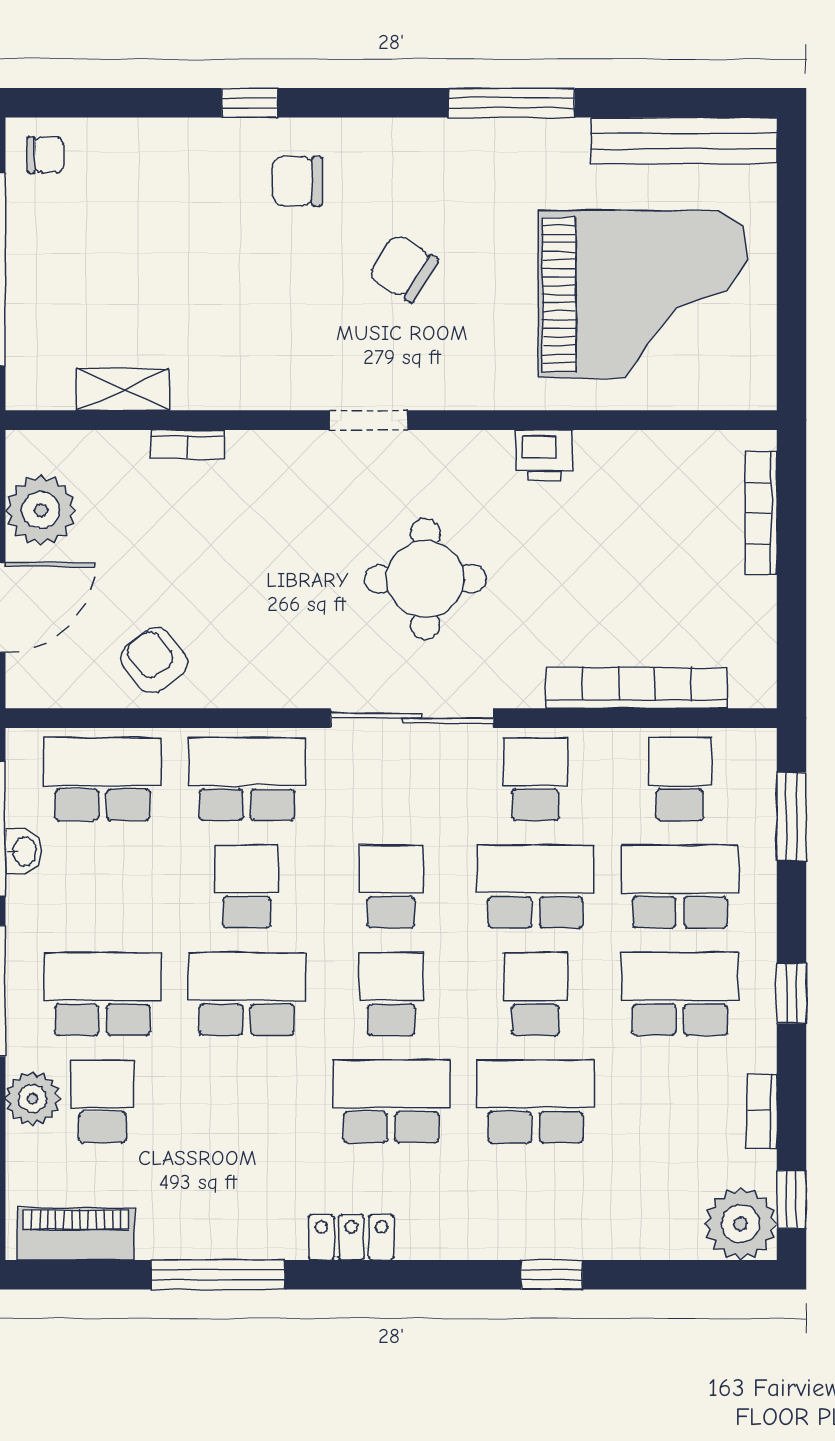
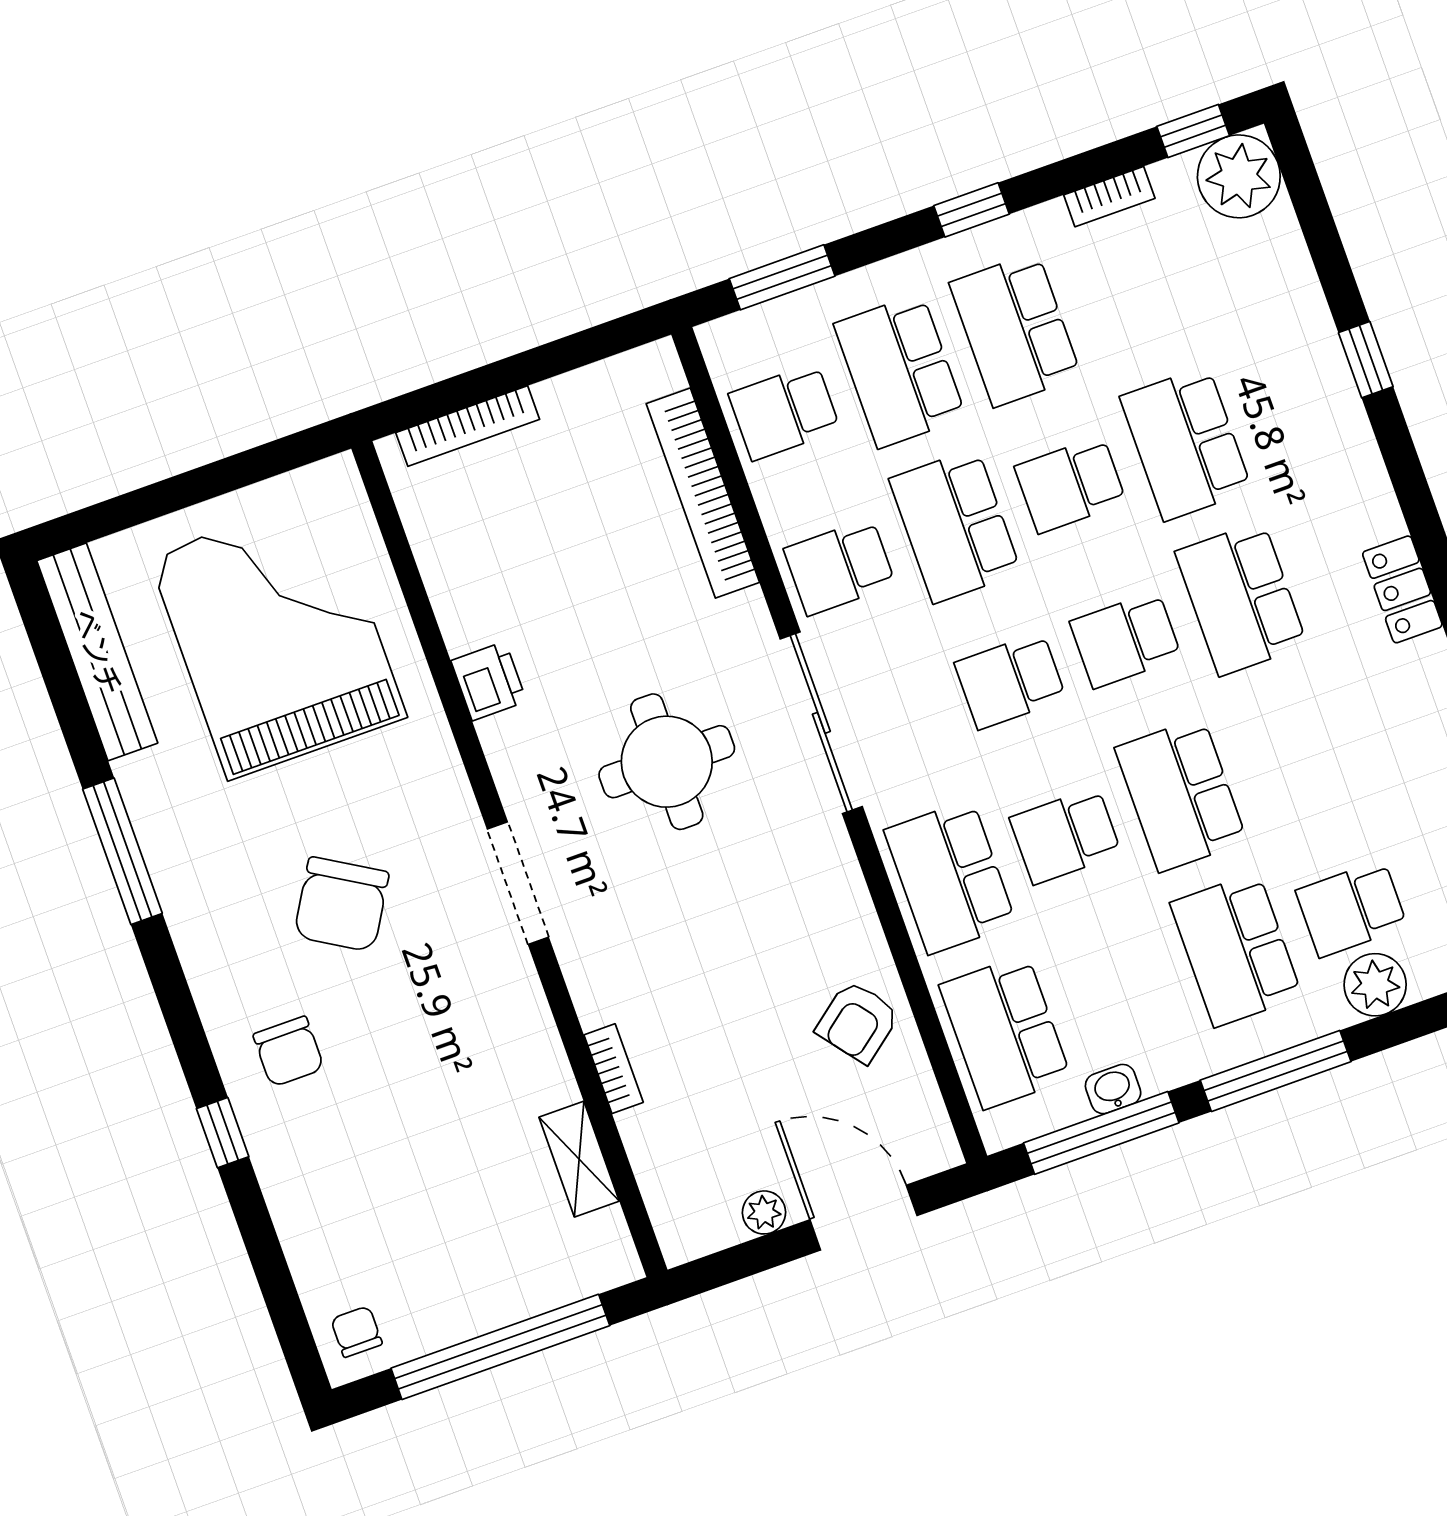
chair: (403, 268) -> (341, 904), width x1.37, depth x1.37
doorway: (369, 420) -> (518, 883), width x1.38
plant: (41, 510) -> (764, 1212), width x0.53, depth x0.53

